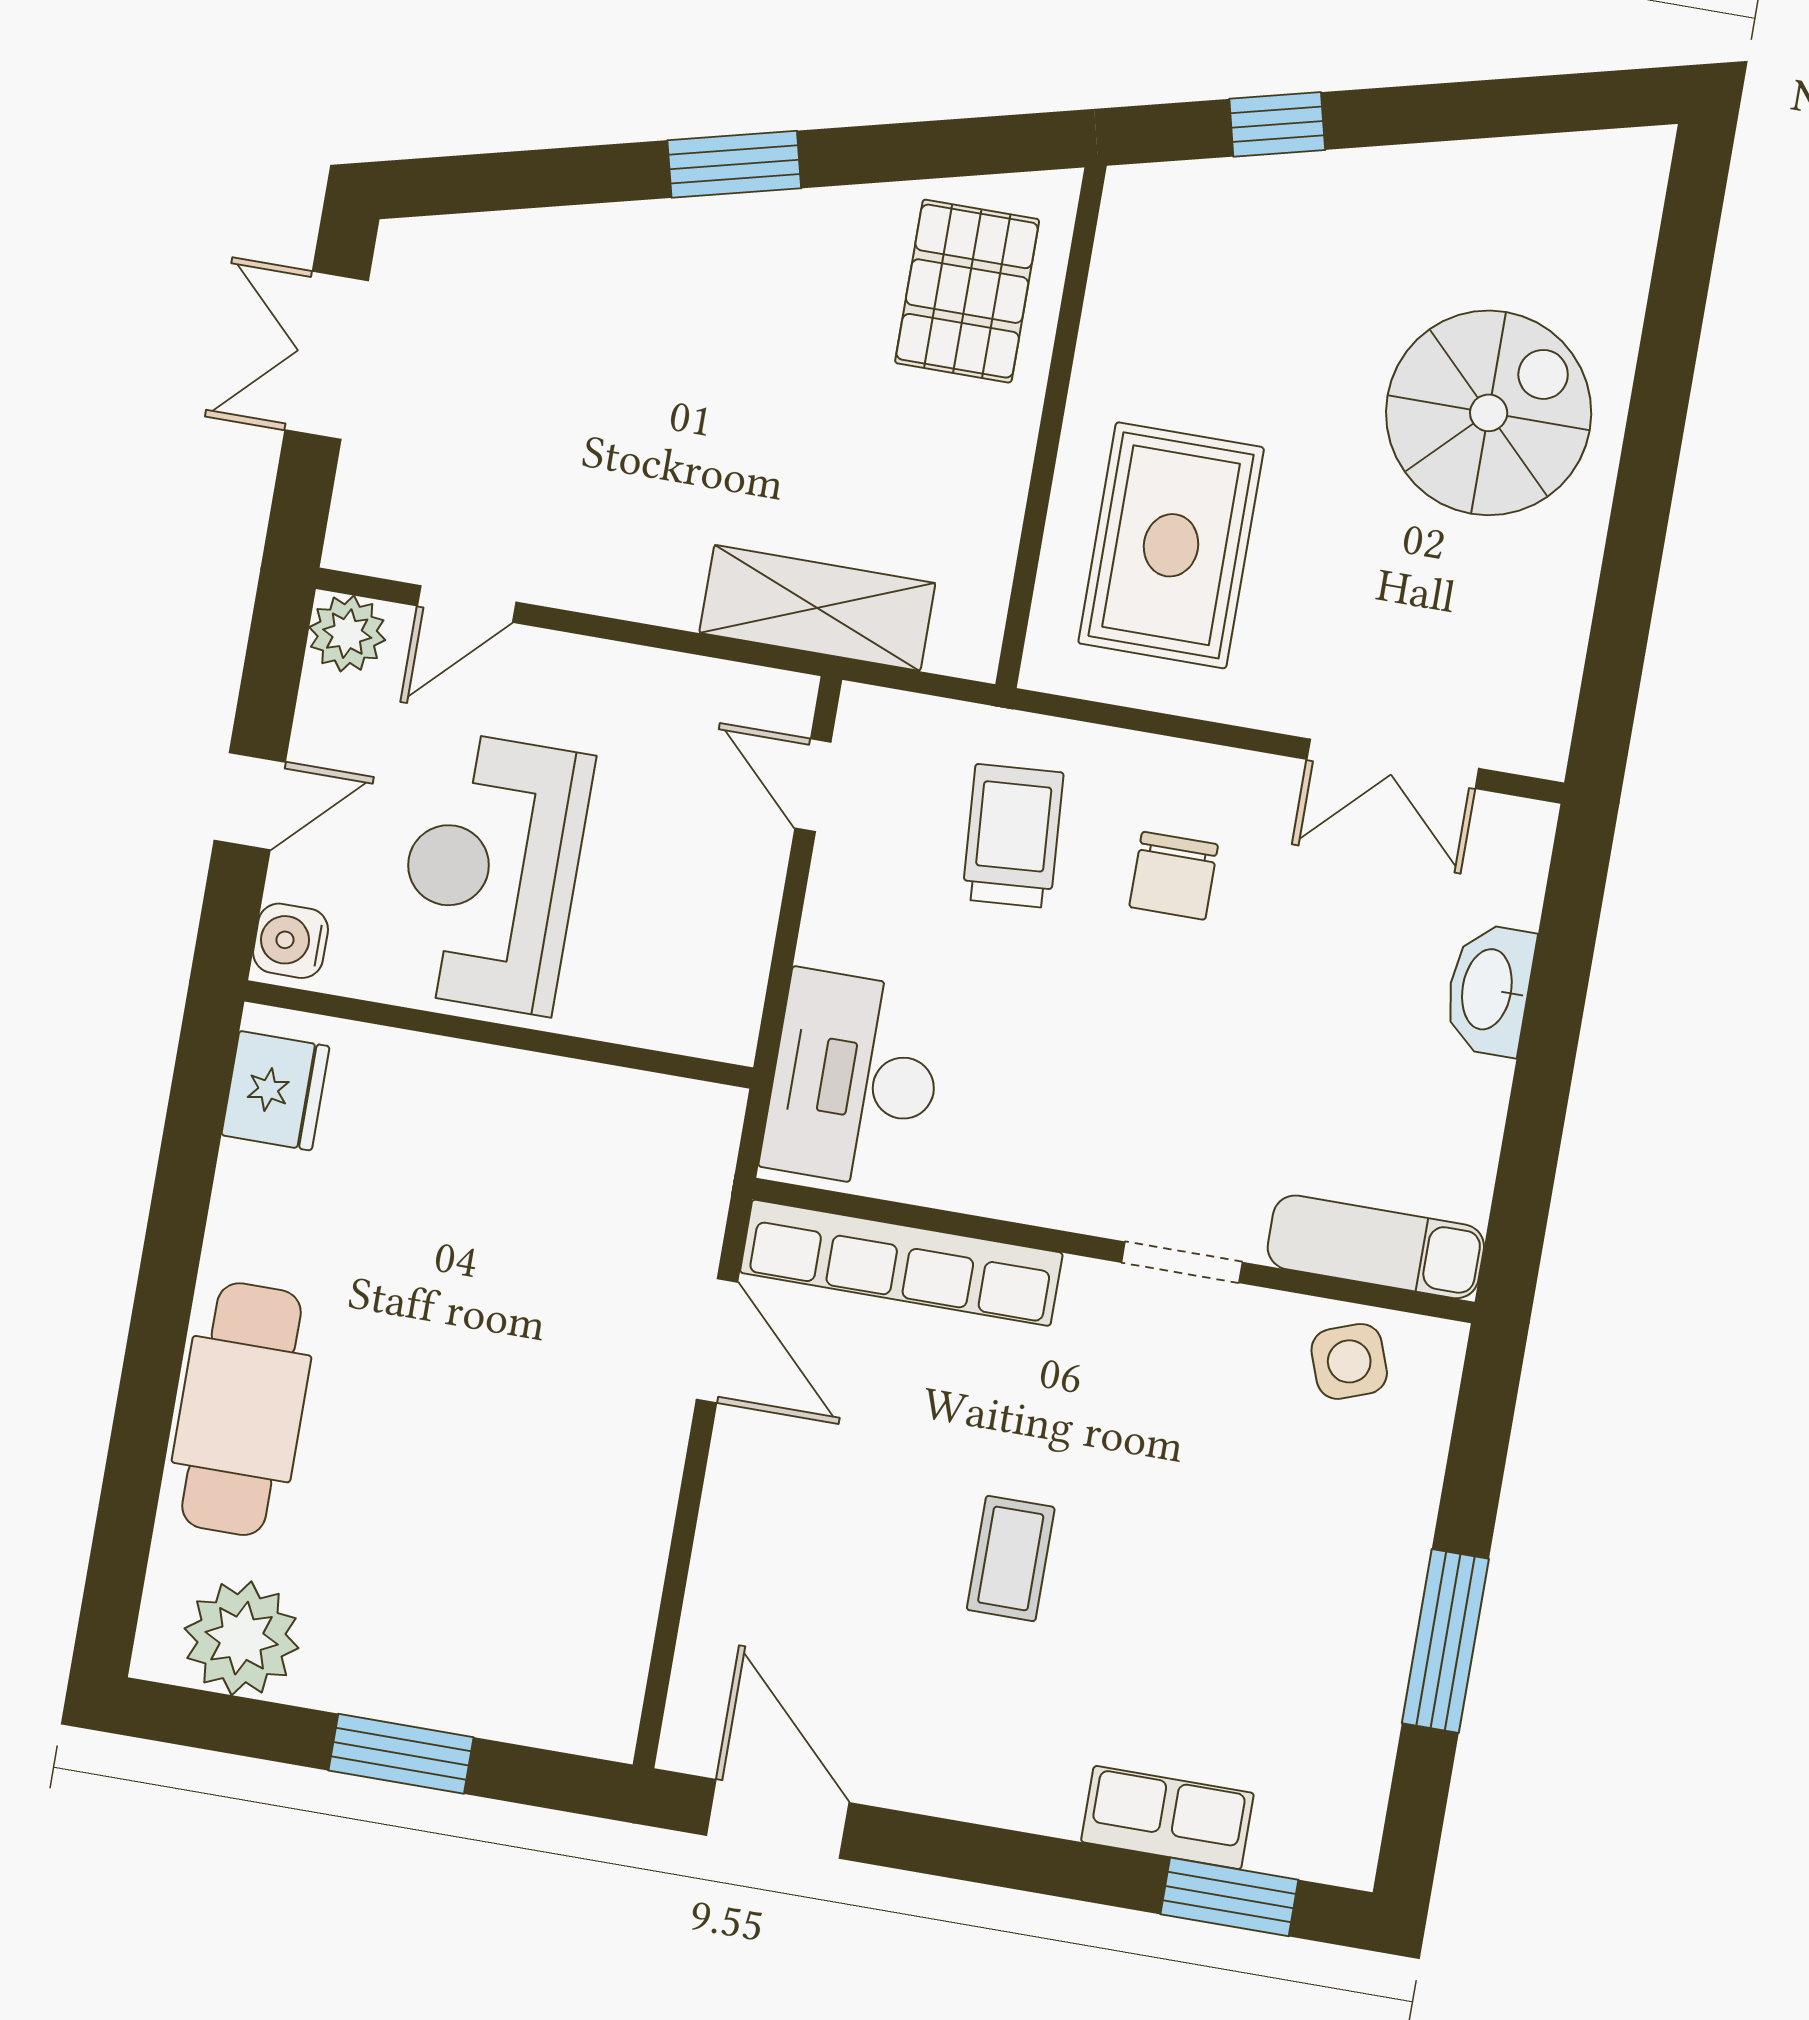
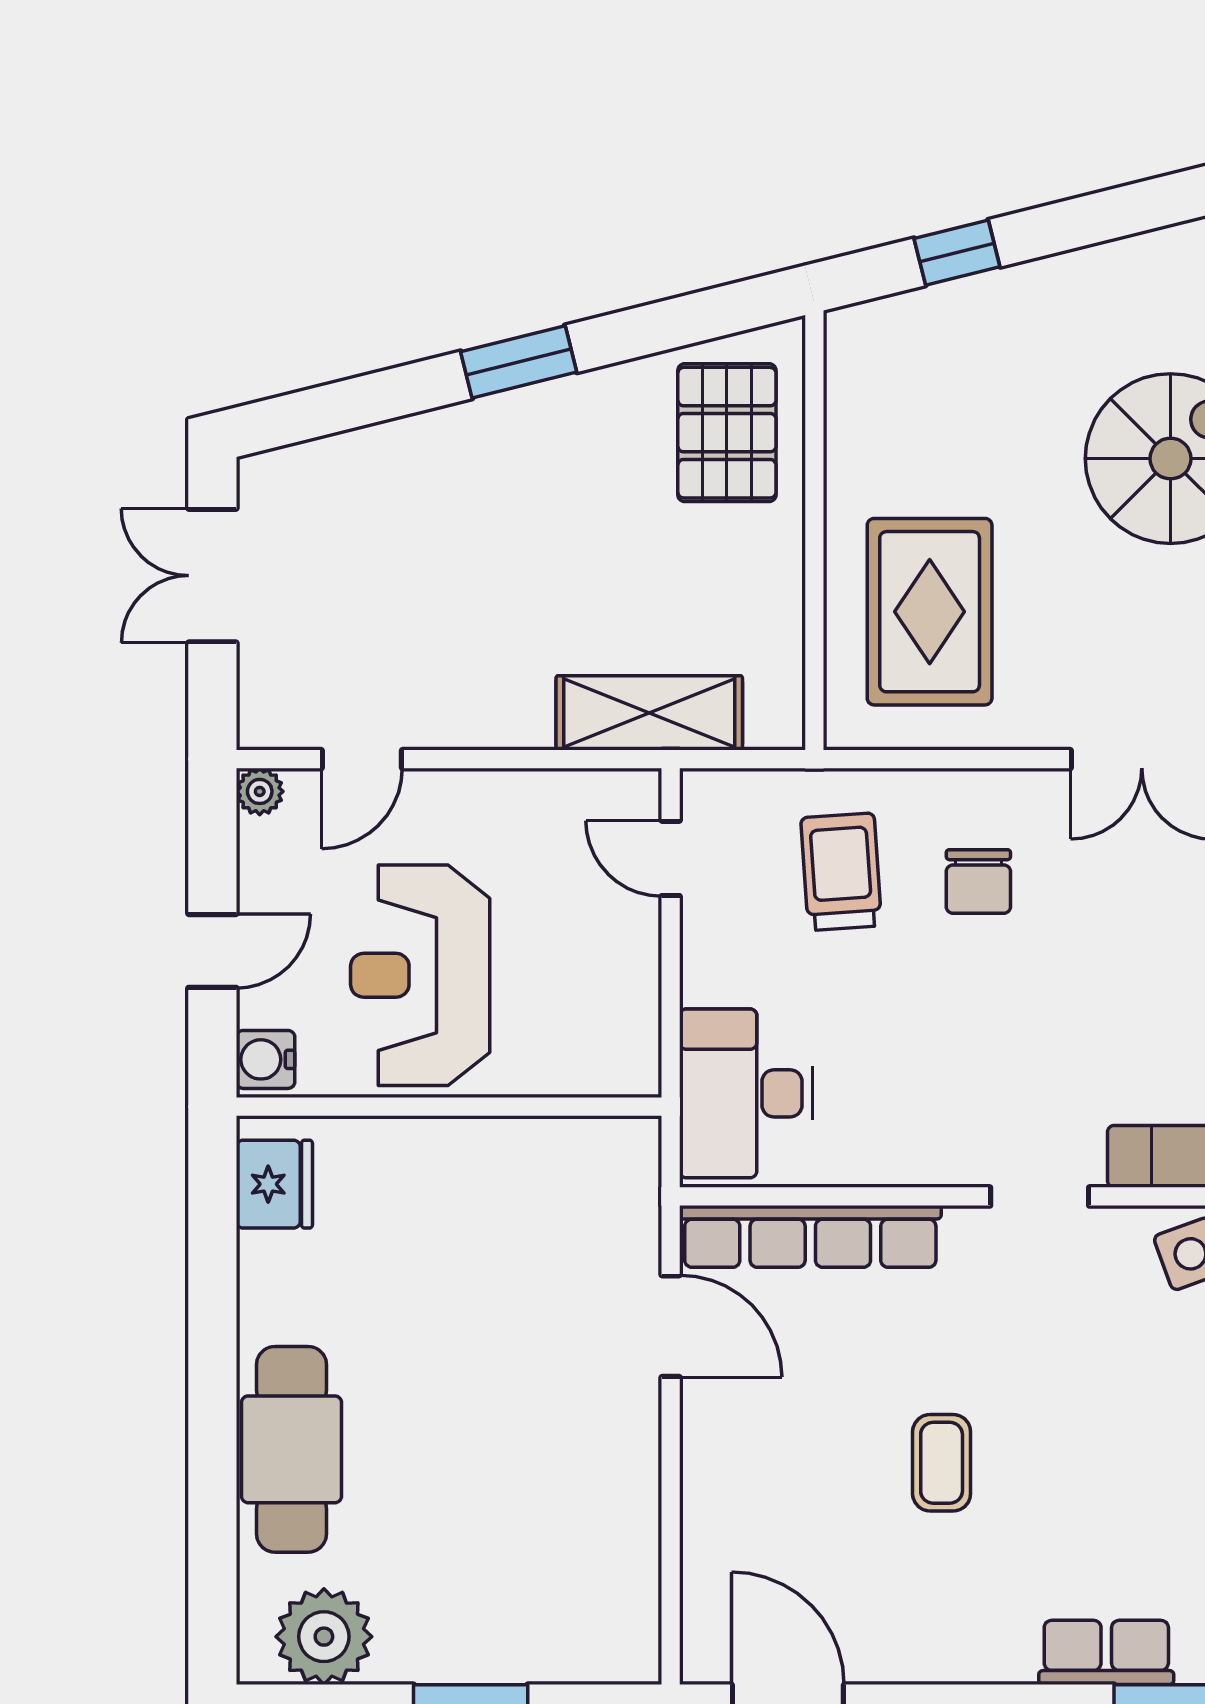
plant: (347, 634) -> (260, 791), width x0.73, depth x0.73

